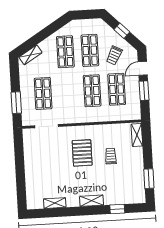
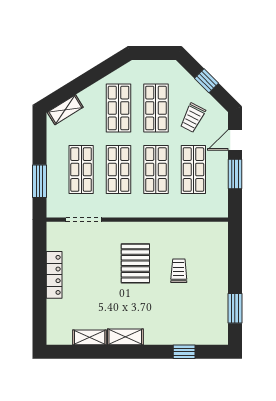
shop shelf: (68, 92) -> (119, 170), added
shelving: (137, 135) -> (220, 241), removed
locker: (29, 163) -> (54, 275), added
shelving: (92, 201) -> (125, 337), moved

